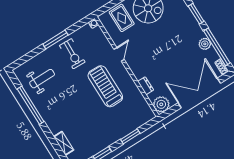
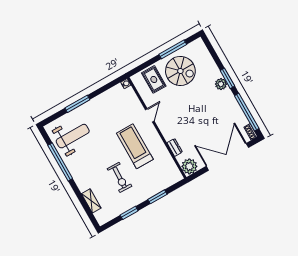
window: (55, 40) -> (77, 104), moved
plant: (205, 44) -> (221, 84), moved
exercise bike: (72, 54) -> (120, 177), moved
weight bench: (42, 79) -> (73, 136), width x1.36, depth x1.33

